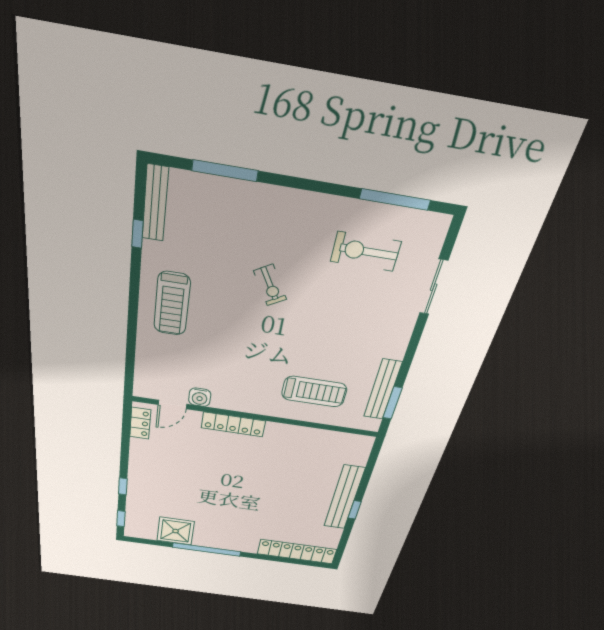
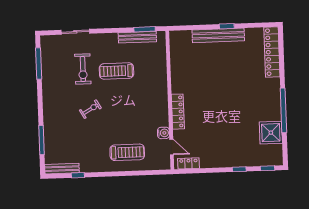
exercise bike: (366, 251) -> (83, 69), moved
treadmill: (172, 304) -> (127, 152), moved
treadmill: (314, 392) -> (116, 71), moved, turned -90

